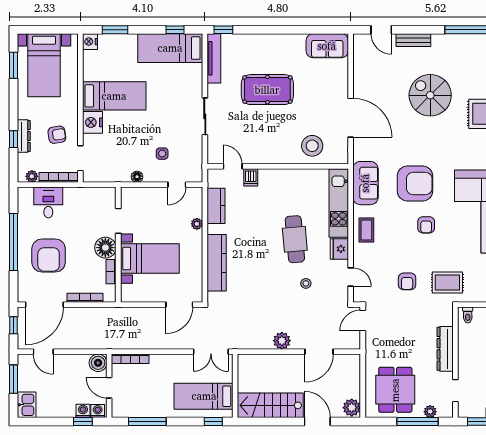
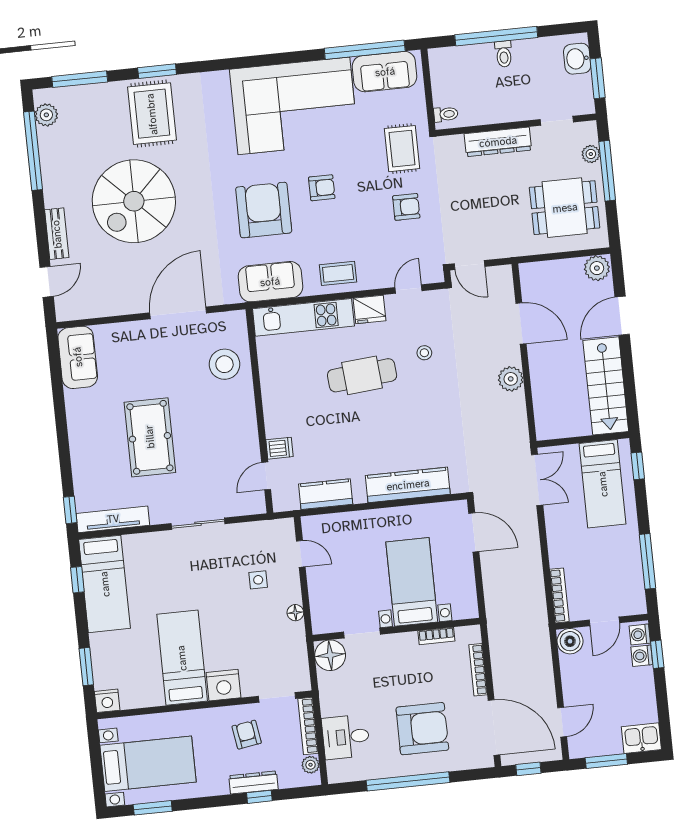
spiral stairs: (430, 95) -> (134, 201), width x1.37, depth x1.37
plant: (197, 224) -> (355, 519), removed
floor lamp: (105, 248) -> (330, 655), moved

